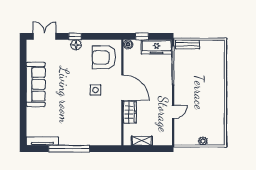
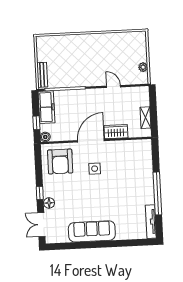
floor lamp: (76, 45) -> (49, 203), moved
plant: (203, 141) -> (143, 67), moved

